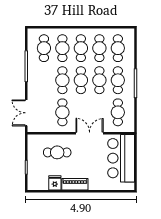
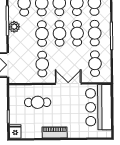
plant: (33, 73) -> (14, 27), added
fridge: (55, 183) -> (15, 131), moved

